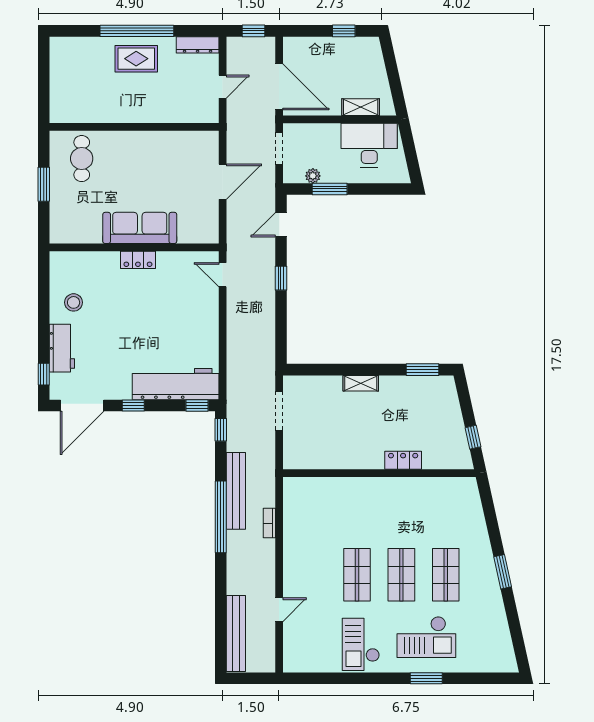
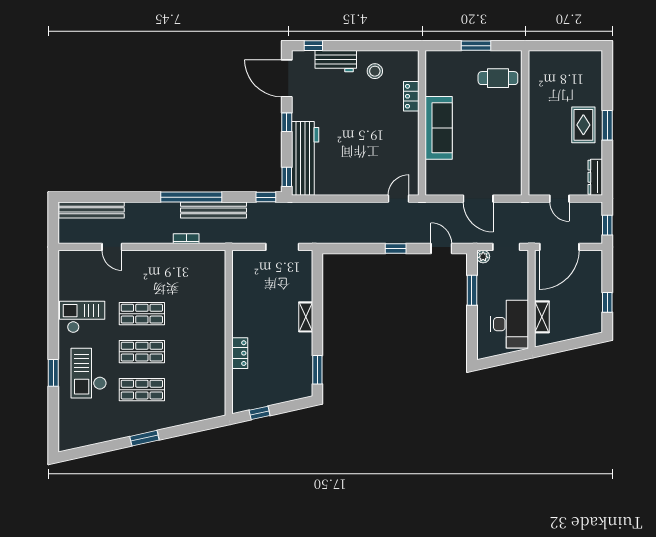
window: (137, 31) -> (607, 125), width x0.47
plant: (313, 176) -> (483, 257), moved
locker: (138, 260) -> (411, 96), moved

